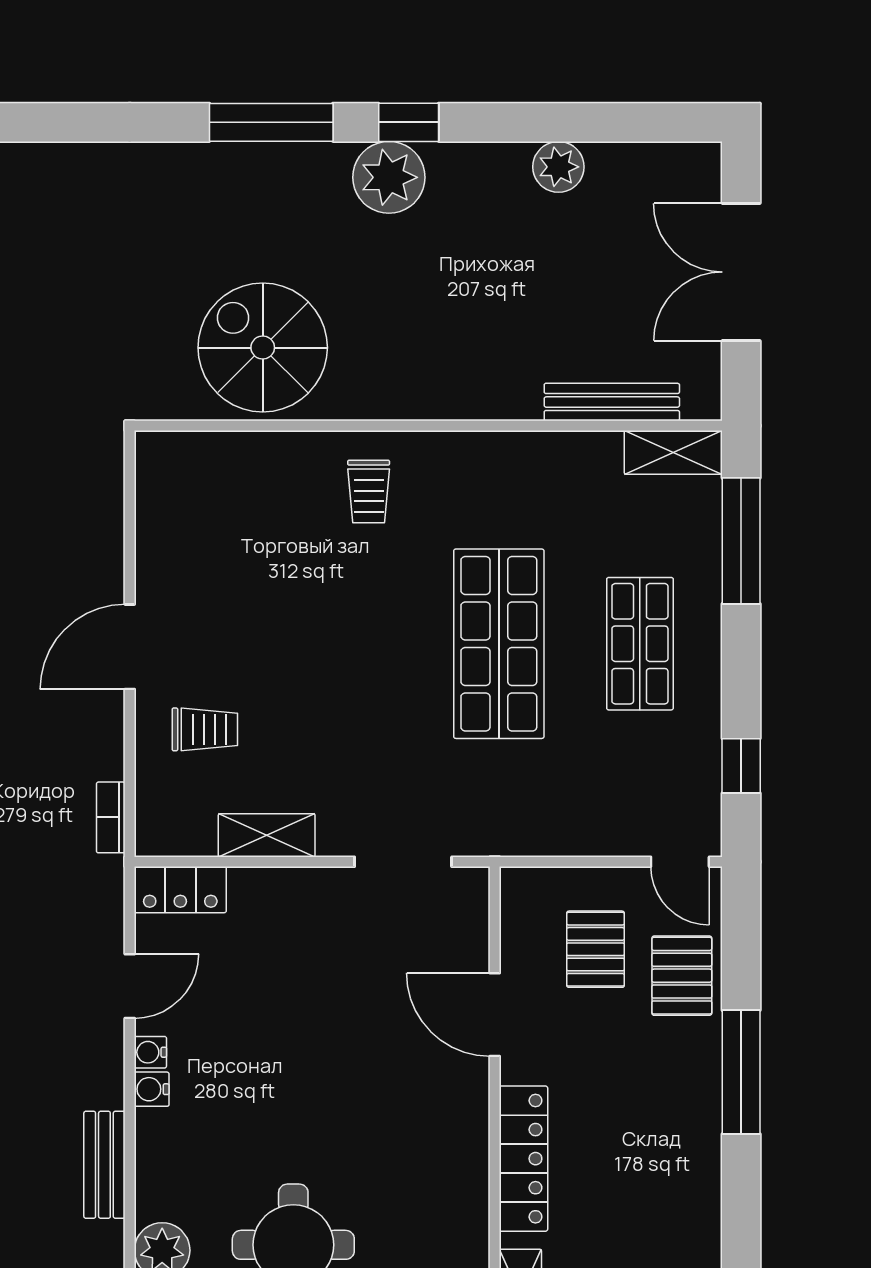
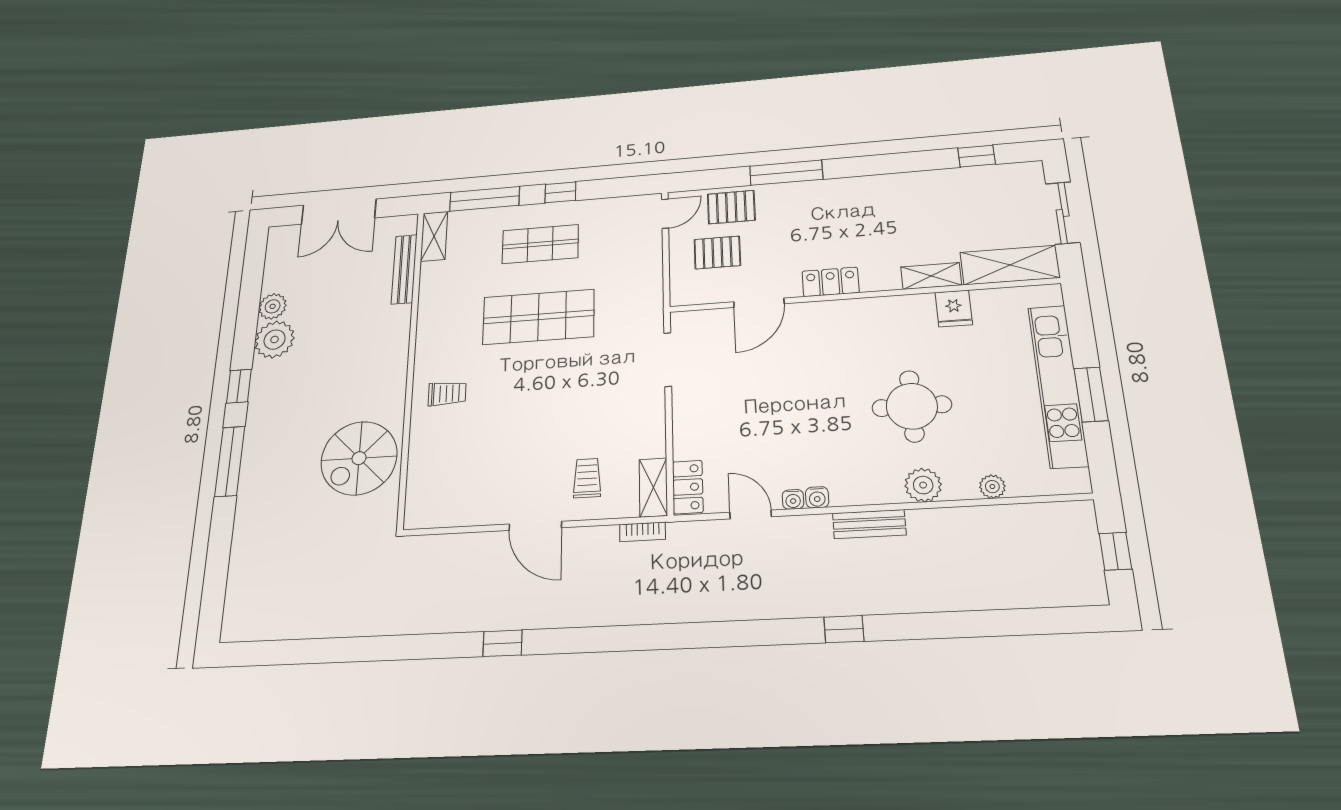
plant: (389, 177) -> (275, 340), moved
window: (741, 766) -> (560, 192), moved
shelving: (267, 835) -> (653, 487), moved
locker: (523, 1159) -> (831, 282), width x0.66

